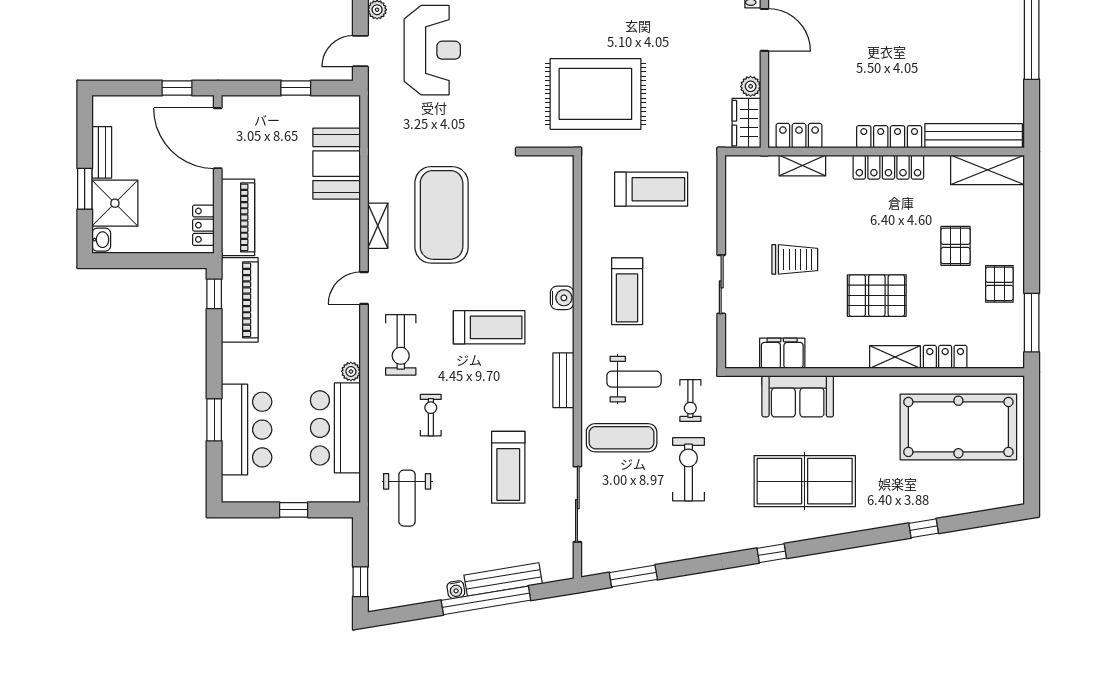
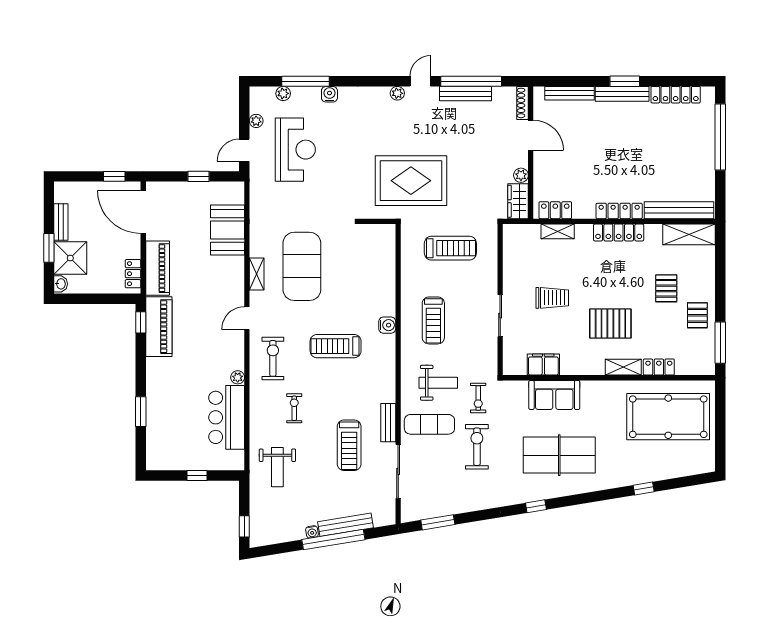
treadmill: (489, 327) -> (336, 346), turned 180
exercise bike: (401, 345) -> (273, 358), turned 180
bench: (563, 380) -> (388, 423), moved
bar counter: (247, 430) -> (164, 419), removed

